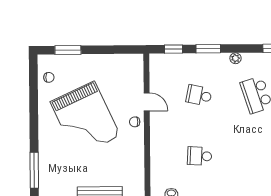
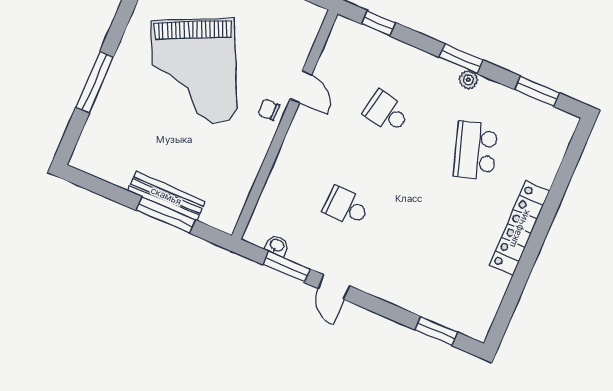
window: (208, 49) -> (461, 59), moved
window: (34, 170) -> (95, 82), moved

